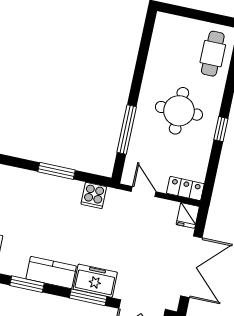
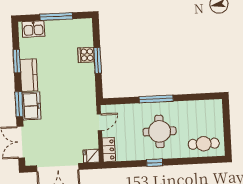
window: (127, 129) -> (156, 99), moved
cooker: (94, 195) -> (86, 55), moved

